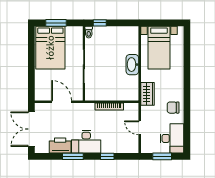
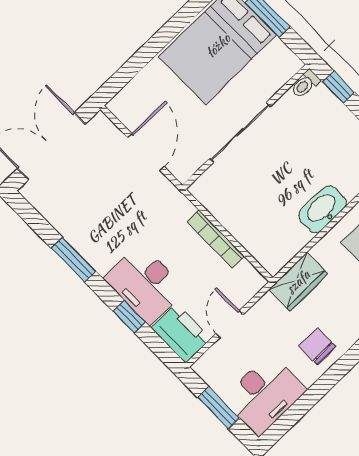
desk: (86, 142) -> (145, 284), moved
printer: (60, 145) -> (181, 333), moved

